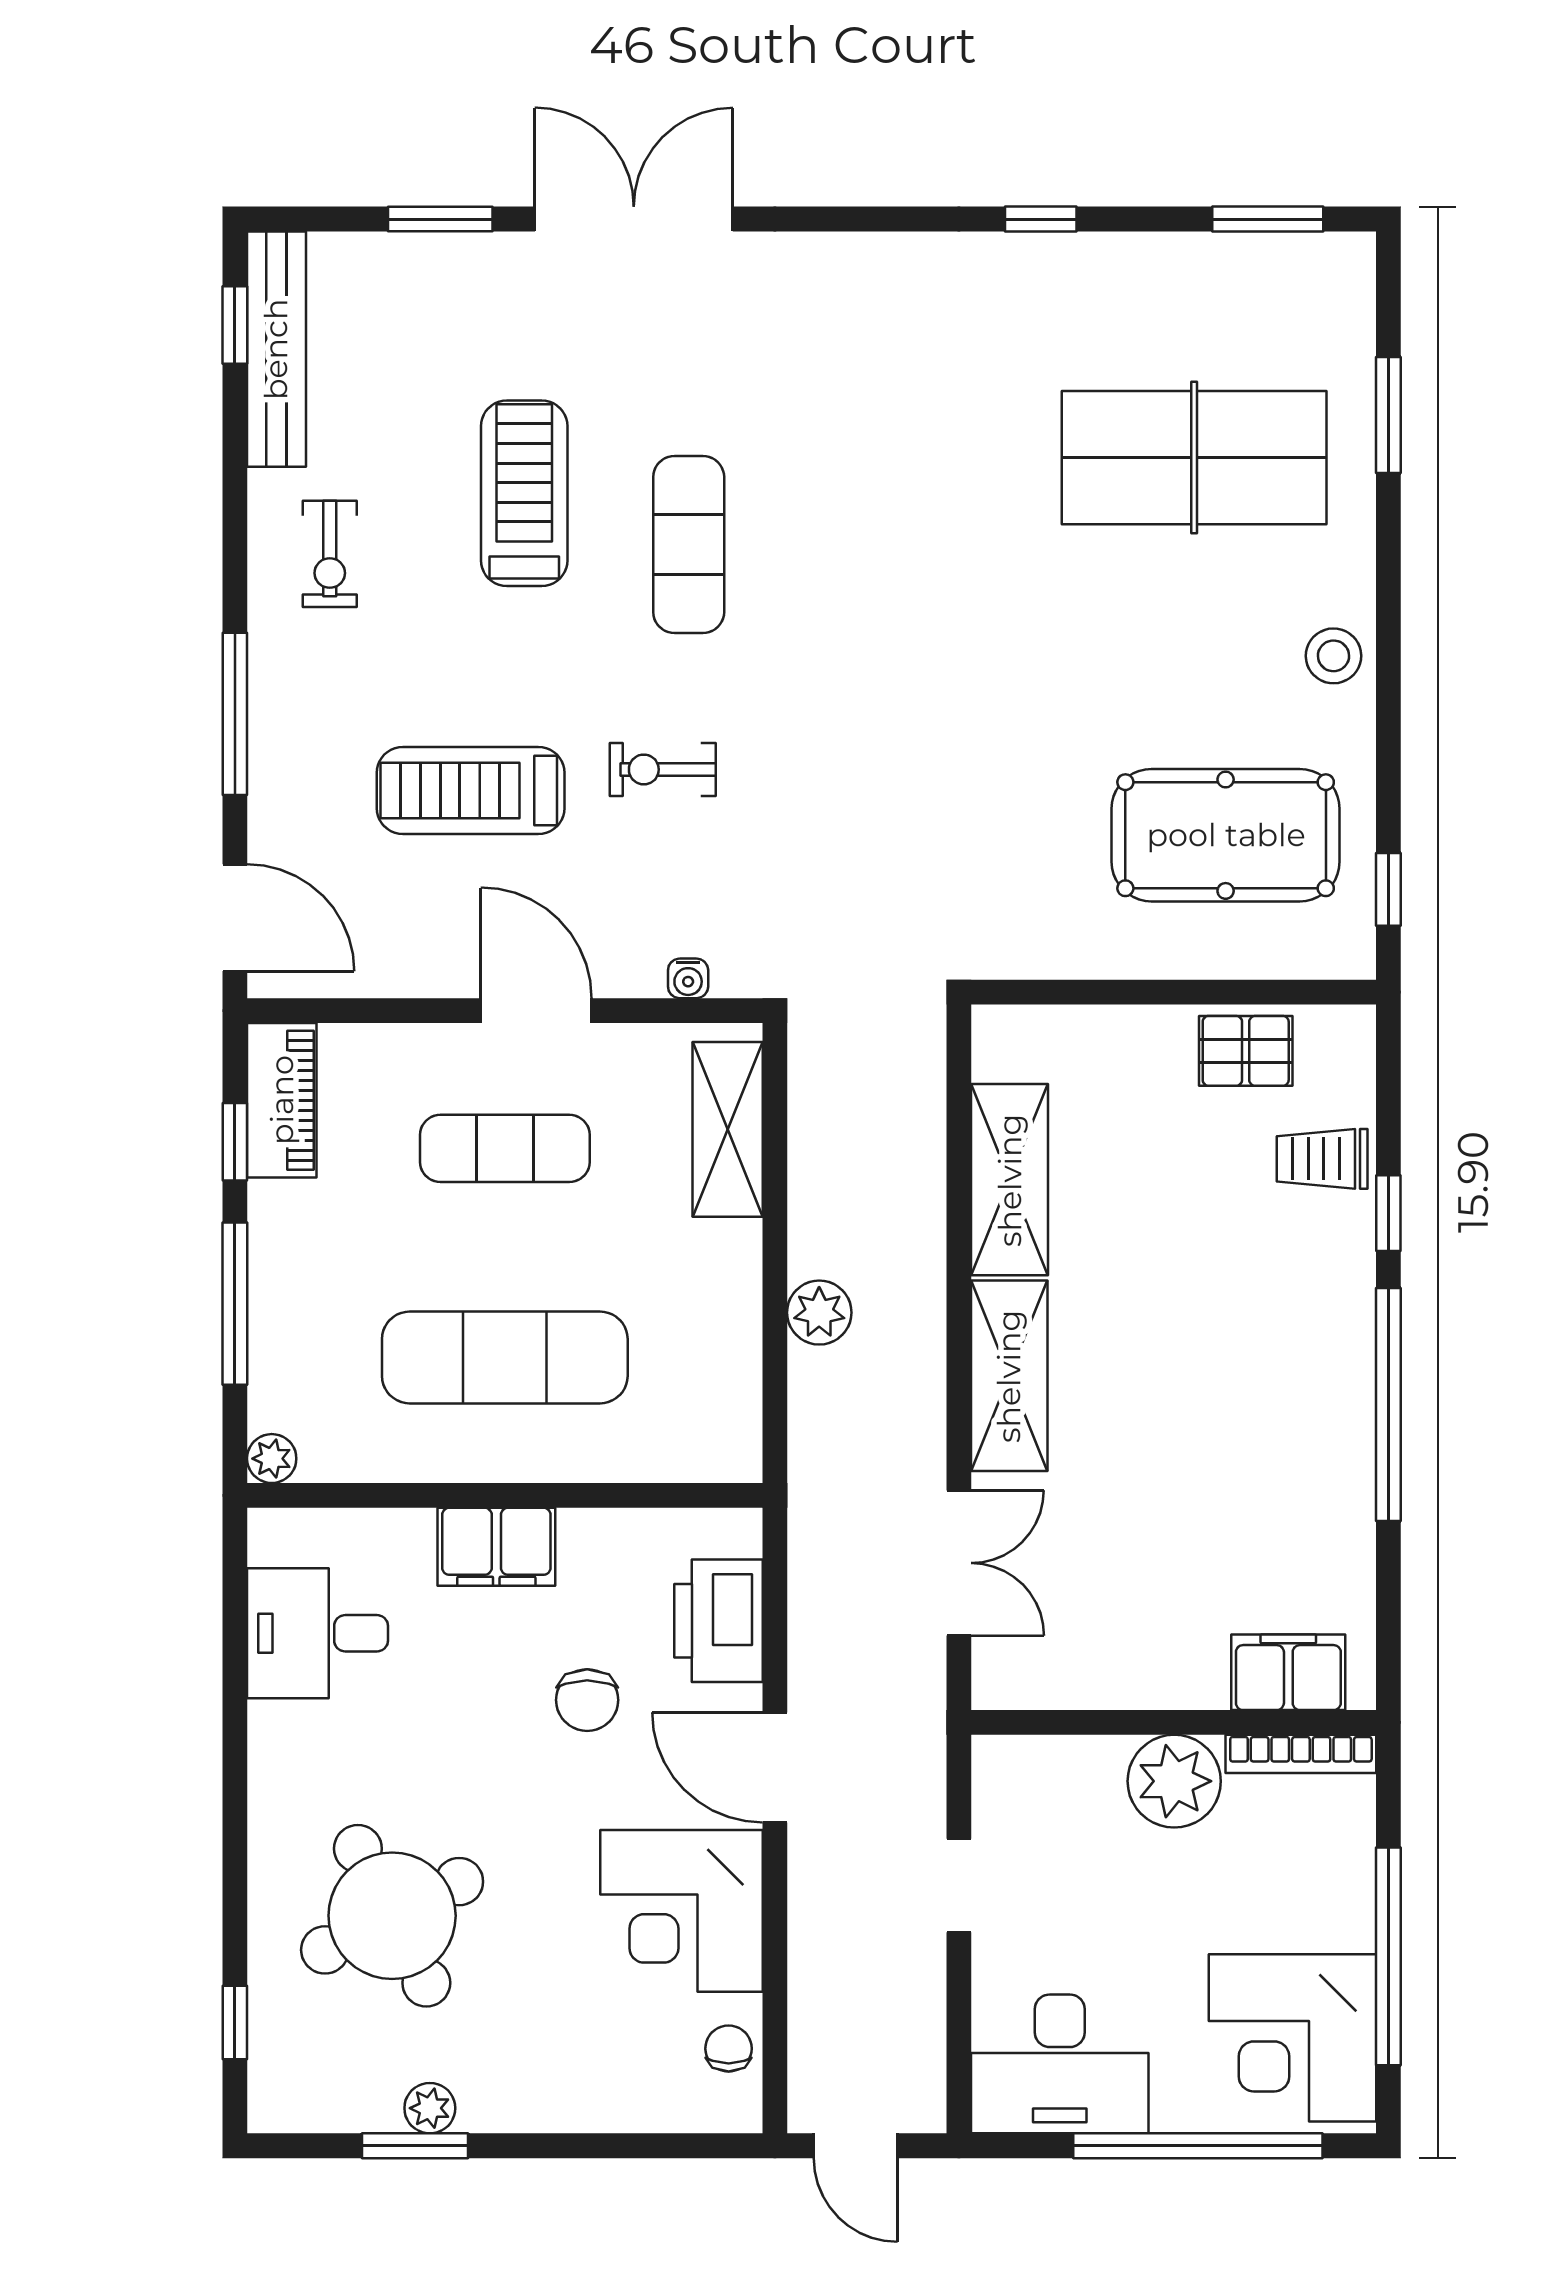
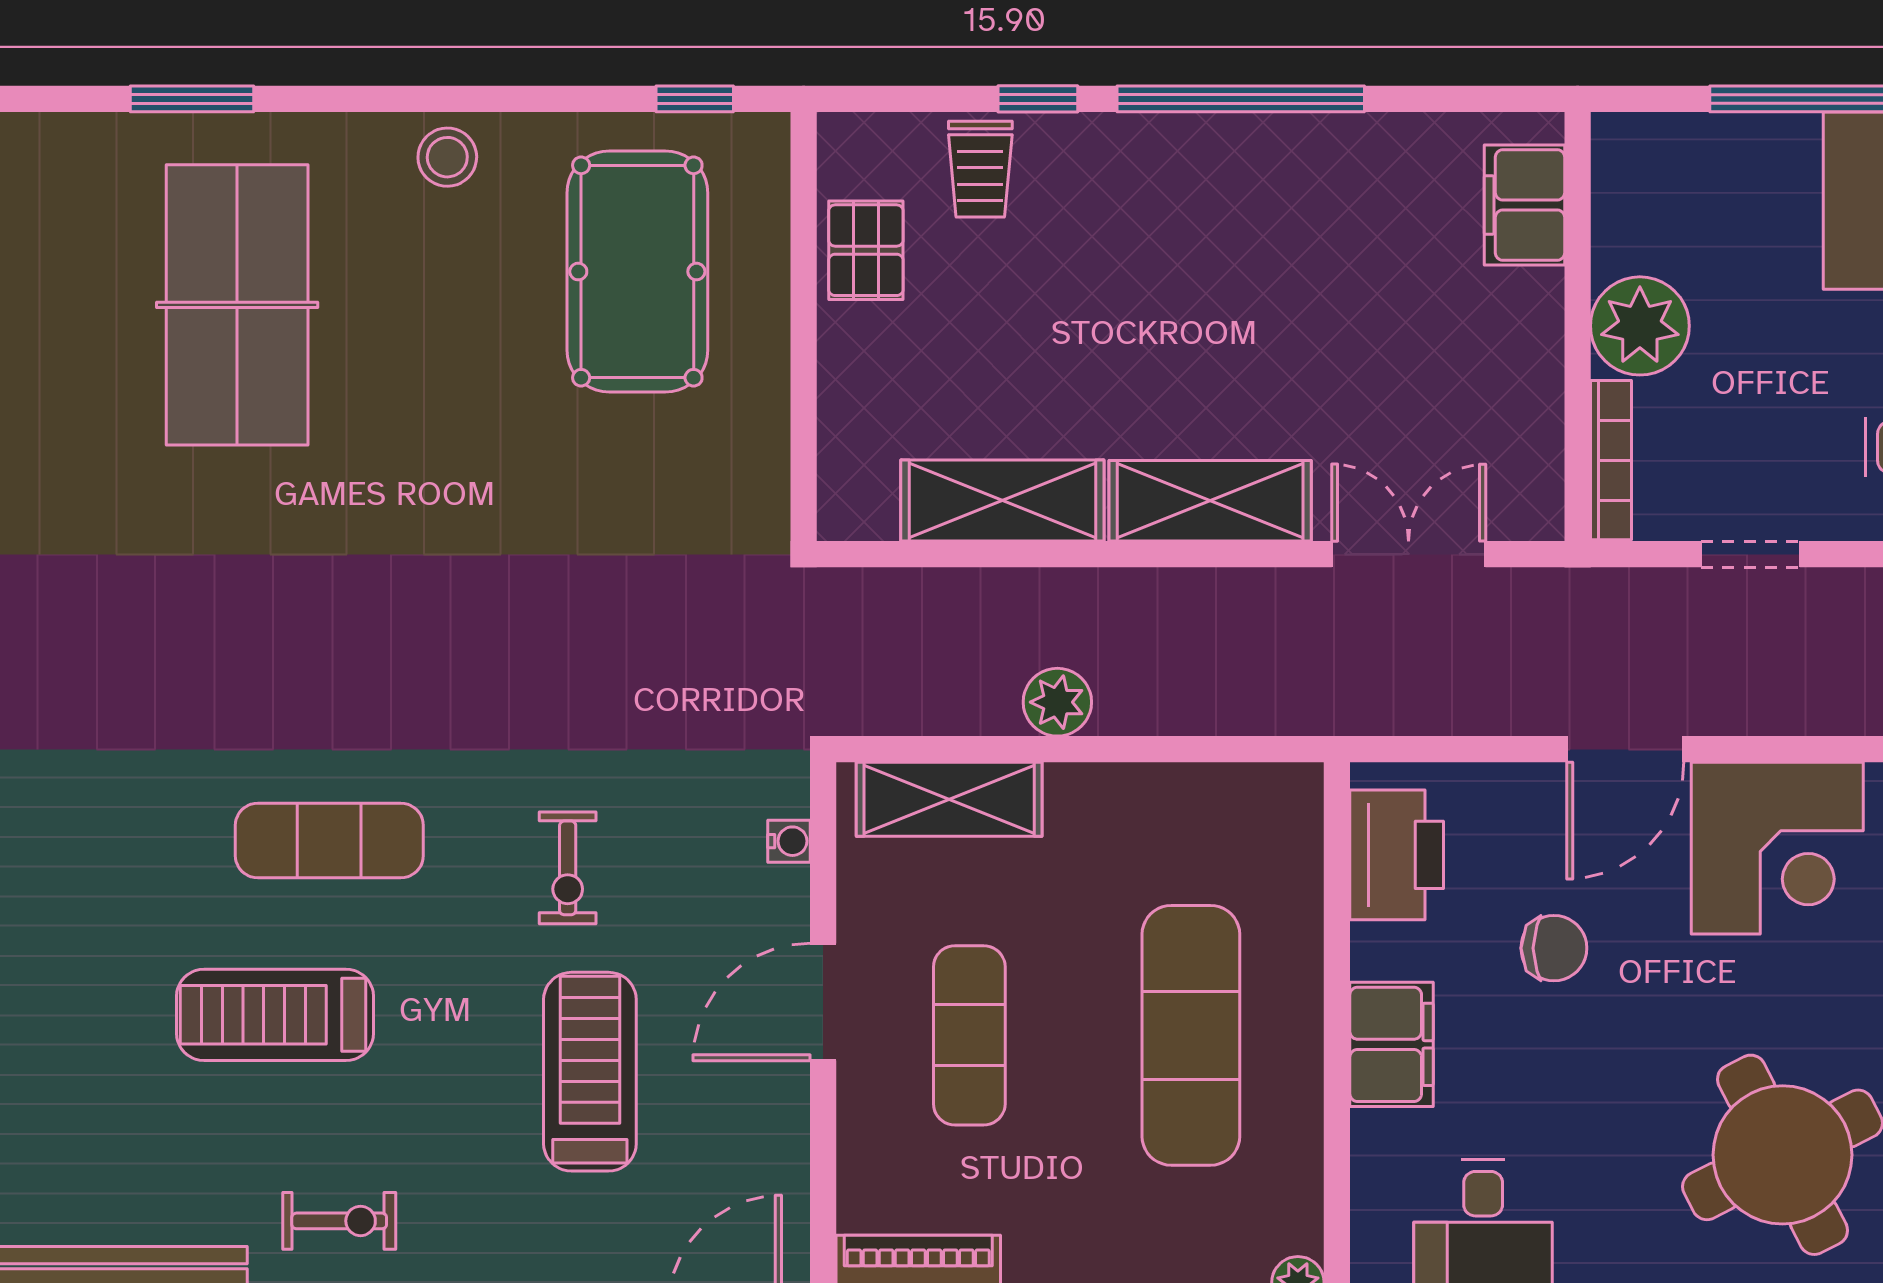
treadmill: (471, 790) -> (590, 1072), turned 180
plant: (819, 1313) -> (1057, 702), moved
printer: (718, 1621) -> (1397, 855), moved, turned -90
bookcase: (1301, 1754) -> (1611, 460), moved

